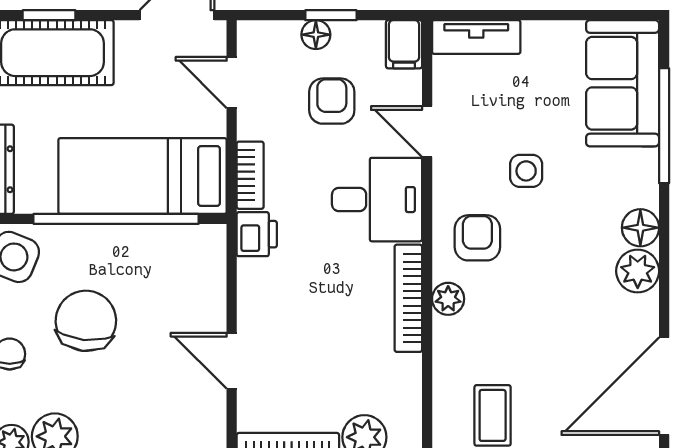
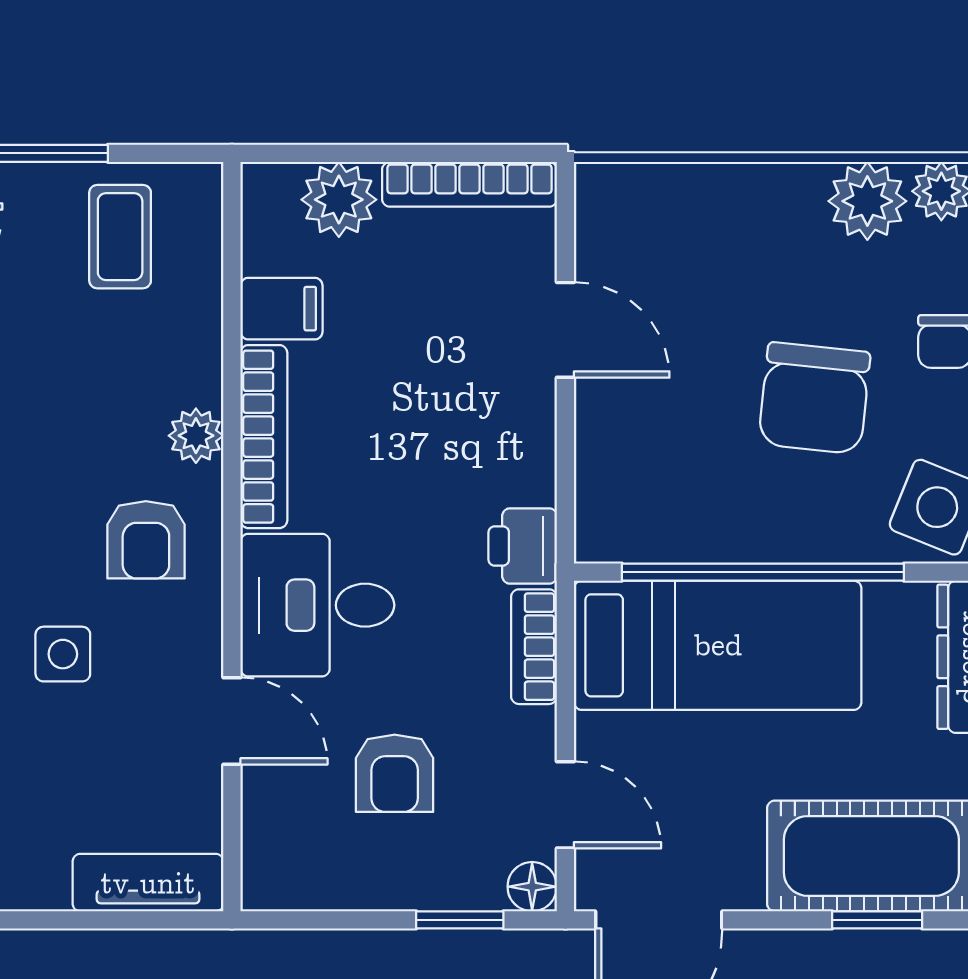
window: (331, 15) -> (460, 920), moved
floor lamp: (316, 35) -> (532, 887), moved
filing cabinet: (404, 44) -> (281, 309), moved, turned 90

